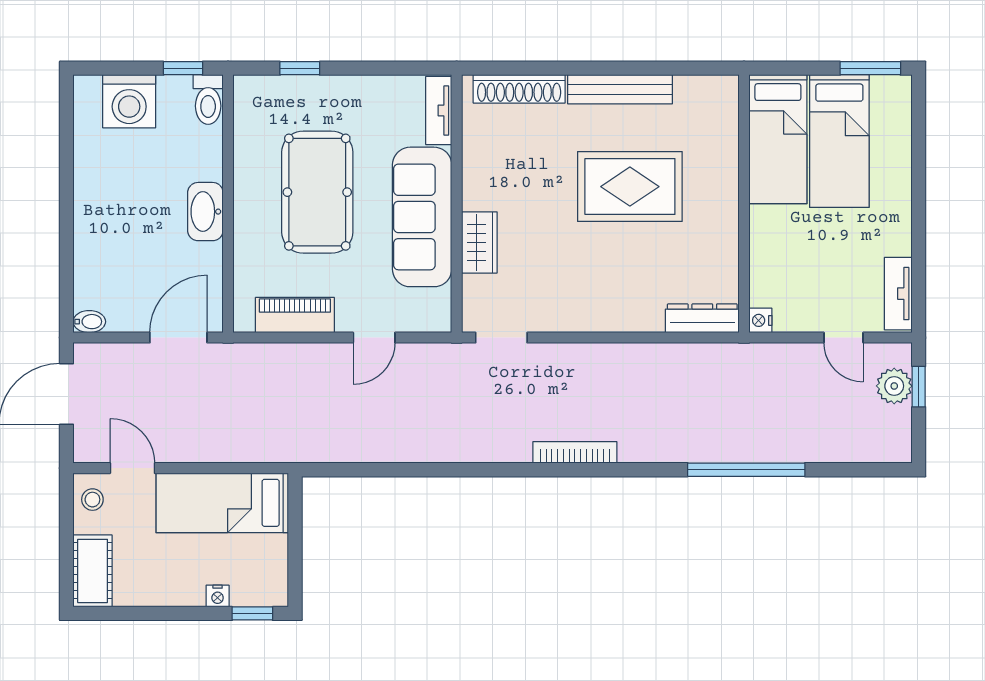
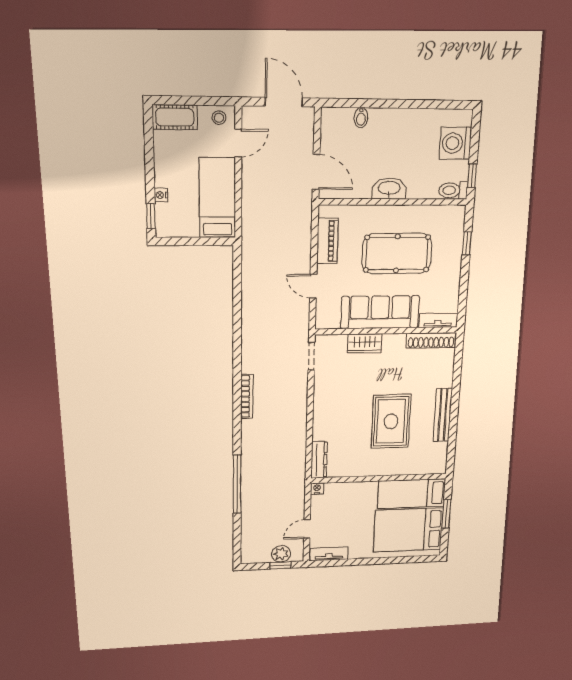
window: (870, 68) -> (446, 514), moved
shoe rack: (519, 89) -> (431, 340), moved, turned -90
bed: (839, 141) -> (408, 530), width x1.50
bidet: (89, 322) -> (361, 118), moved

